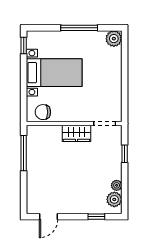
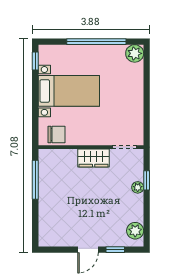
window: (79, 28) -> (96, 42), width x1.46
chair: (43, 112) -> (56, 134), turned 180
plant: (117, 185) -> (138, 187), moved
door: (49, 217) -> (88, 250), moved

